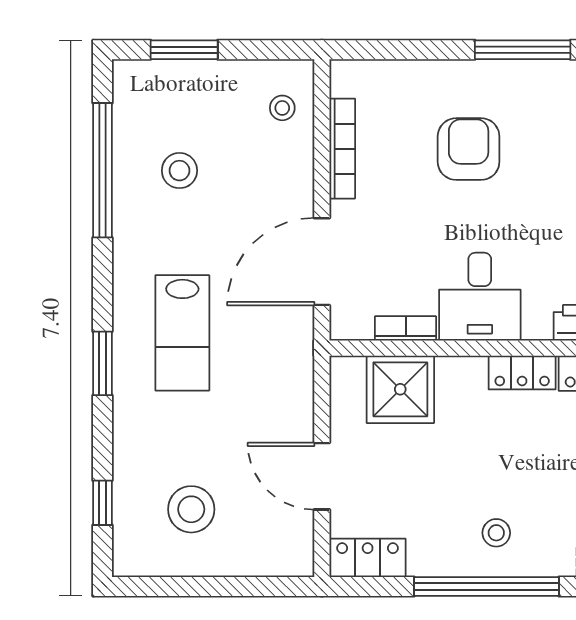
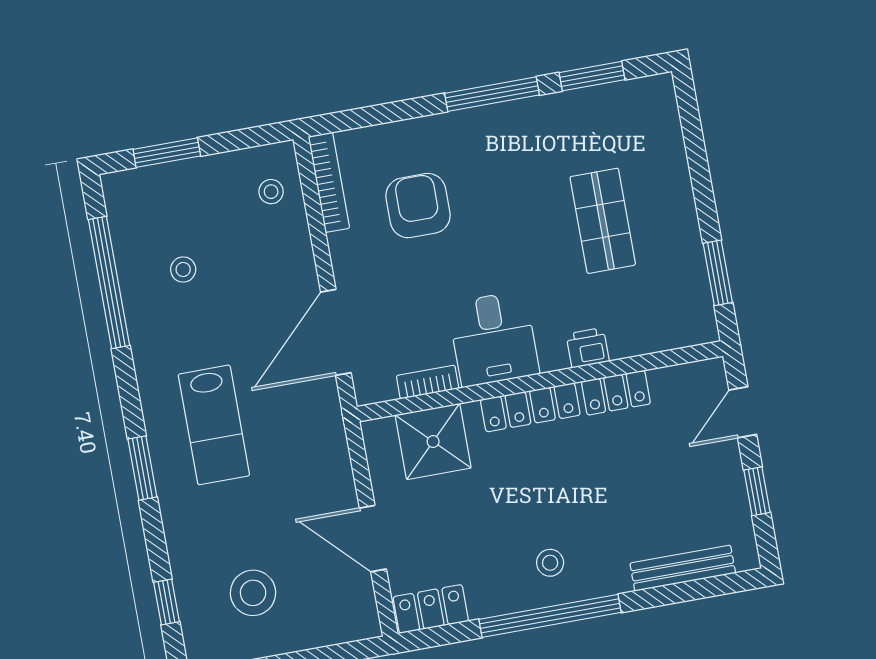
bookcase: (342, 149) -> (329, 182), moved
armchair: (469, 149) -> (418, 206), moved
stool: (179, 171) -> (183, 270), width x0.73, depth x0.73
locker: (522, 373) -> (530, 407), width x1.53

